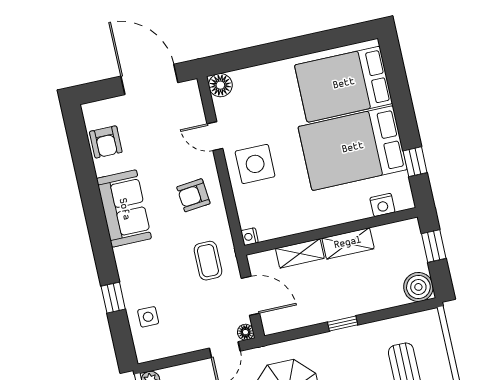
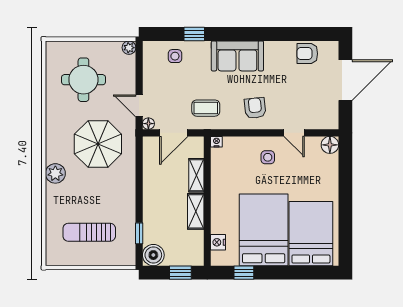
door: (149, 79) -> (345, 80), moved
door: (215, 136) -> (294, 133), swing flipped
side table: (255, 164) -> (268, 157), width x0.54, depth x0.54
sofa: (124, 209) -> (237, 56), moved
window: (343, 323) -> (139, 233), moved

